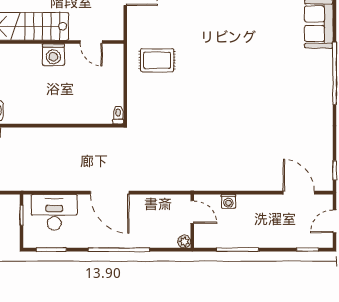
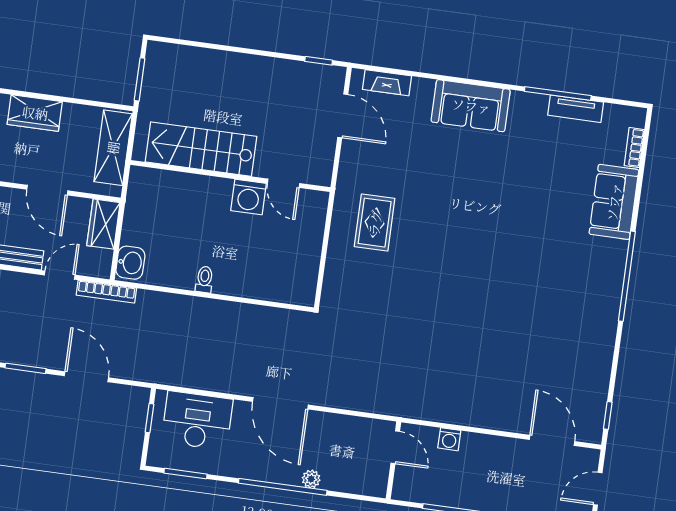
washing machine: (53, 55) -> (248, 197), moved
rug: (157, 60) -> (375, 223), turned 90
toilet: (118, 115) -> (204, 279), moved
plant: (184, 242) -> (311, 479), moved

